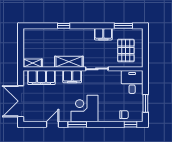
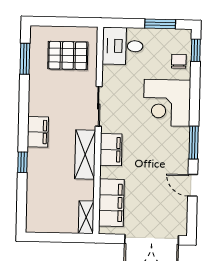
filing cabinet: (103, 34) -> (38, 132), moved
corner desk: (84, 108) -> (167, 103), moved

